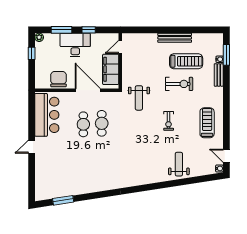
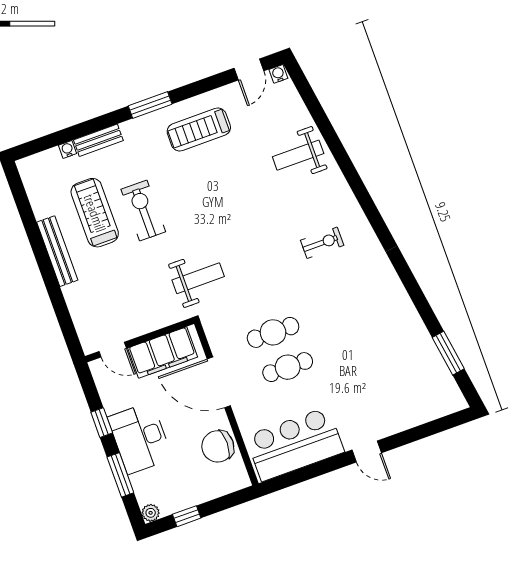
window: (226, 55) -> (150, 105), moved
door: (88, 90) -> (219, 382), hinge flipped
exercise bike: (169, 121) -> (322, 243), moved

